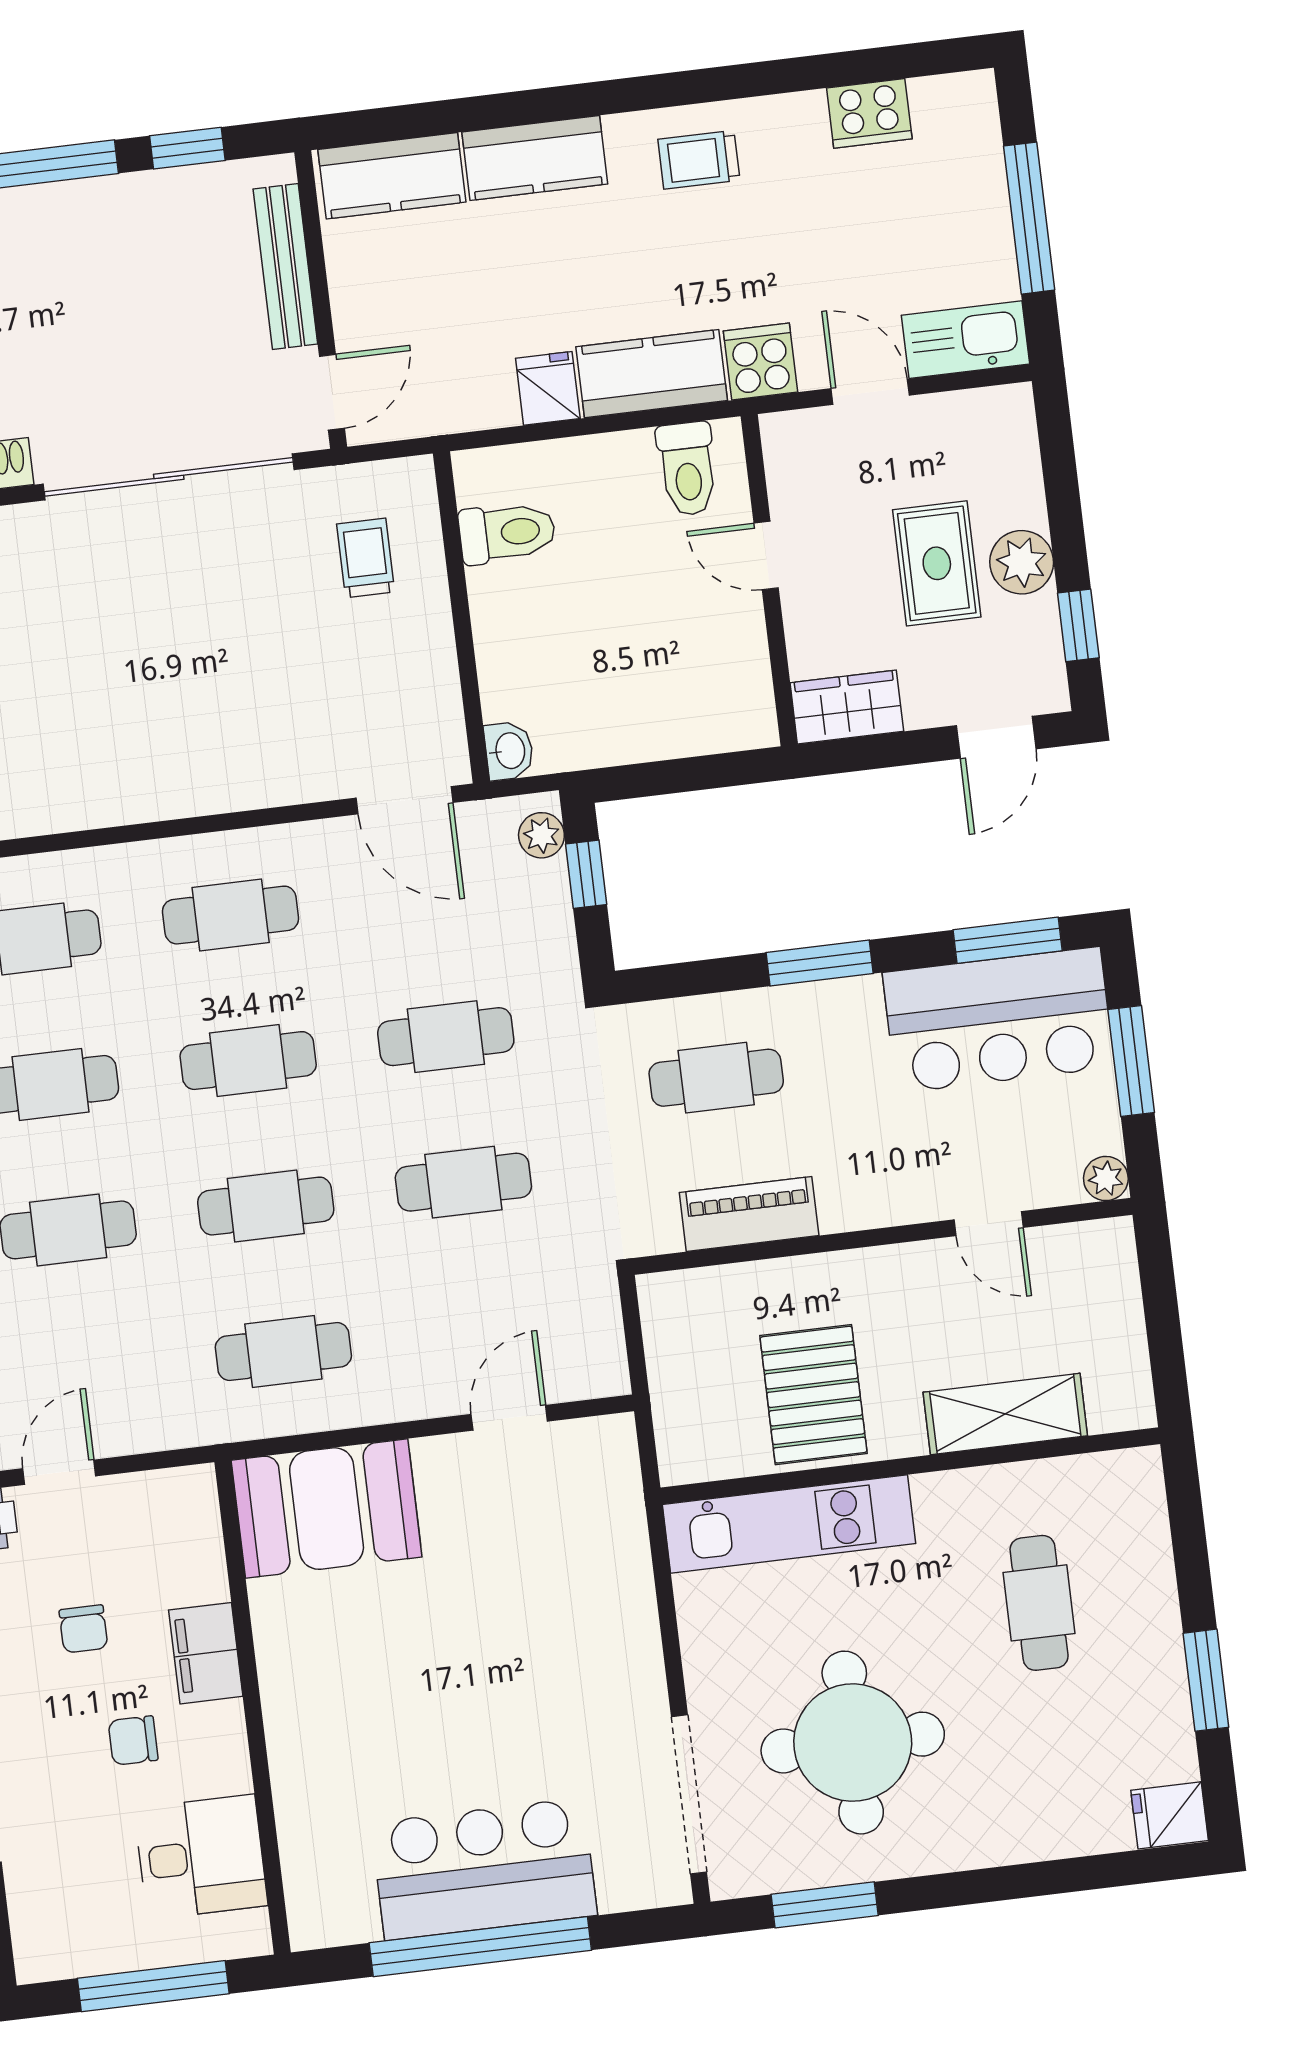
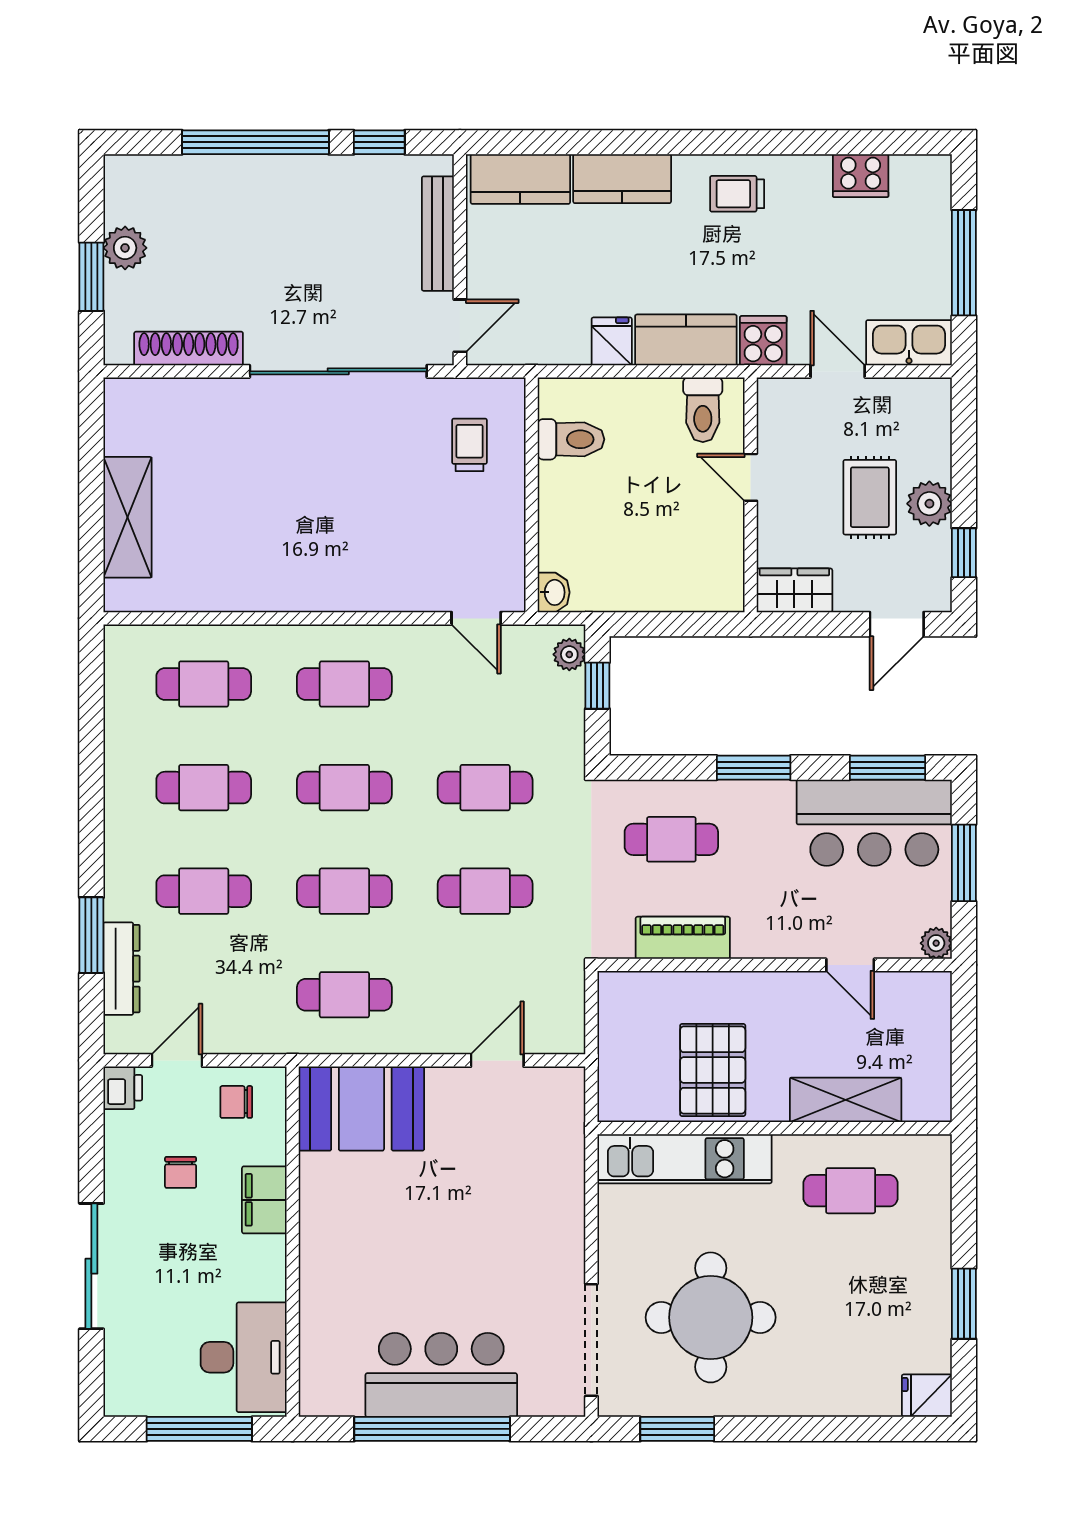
door: (404, 800) -> (476, 618), width x0.73
cafe table: (1039, 1603) -> (851, 1191), moved, turned 90
chair: (133, 1740) -> (236, 1102), moved
desk: (201, 1857) -> (244, 1357), width x1.37

